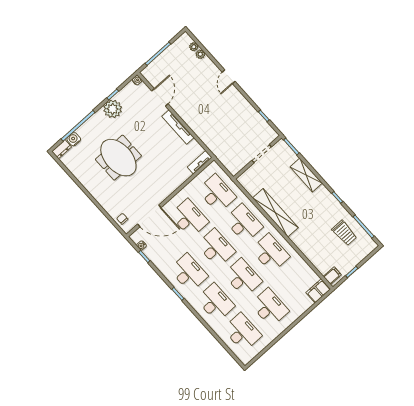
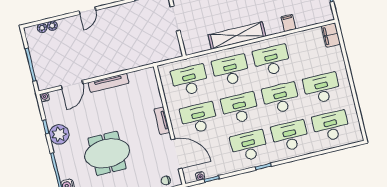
door: (229, 77) -> (87, 11), hinge flipped
door: (160, 97) -> (72, 85), swing flipped
tv unit: (200, 162) -> (162, 121), moved
door: (149, 216) -> (177, 154), hinge flipped
filing cabinet: (332, 276) -> (288, 23), moved

